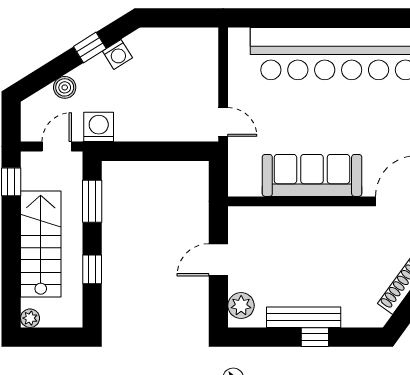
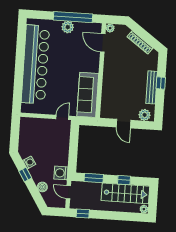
sofa: (312, 175) -> (88, 95), moved
stairs: (41, 244) -> (125, 193), moved, turned 180

